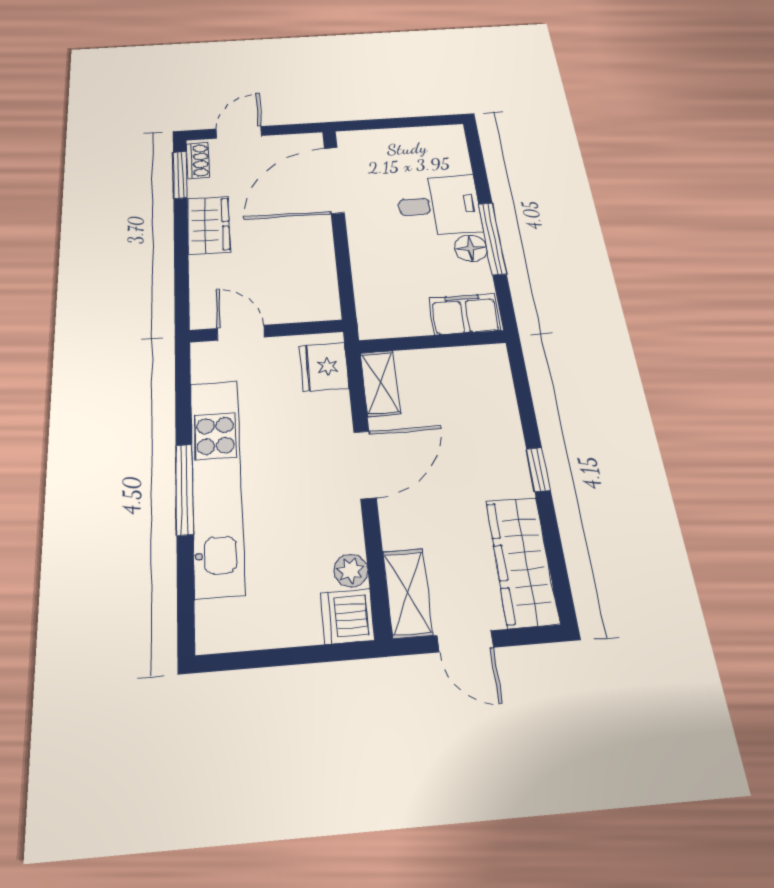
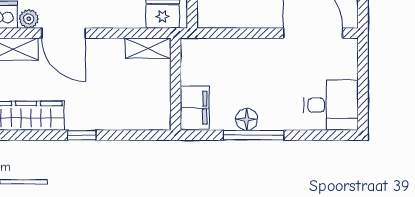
desk: (439, 205) -> (331, 105), moved, turned -90
door: (365, 465) -> (63, 33), moved

